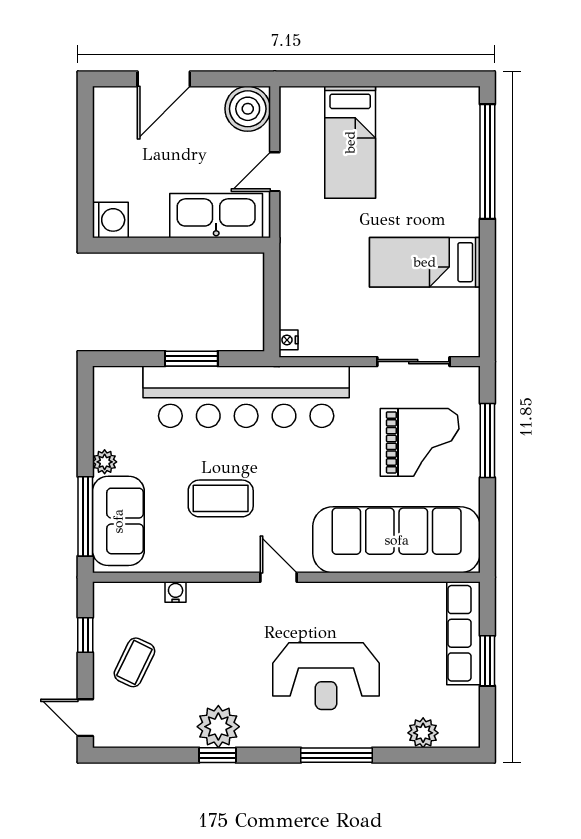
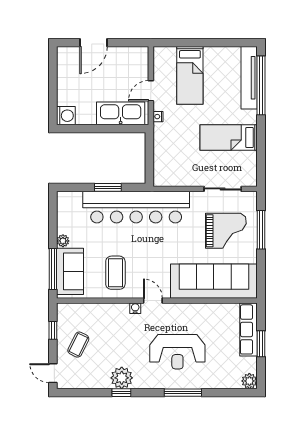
boiler: (248, 109) -> (137, 58), removed
tv unit: (465, 147) -> (249, 78), added
nightstand: (288, 340) -> (158, 117), moved
coffee table: (221, 498) -> (115, 273), moved, turned 90
water cooler: (176, 592) -> (135, 308), moved
plant: (423, 733) -> (249, 381), moved

